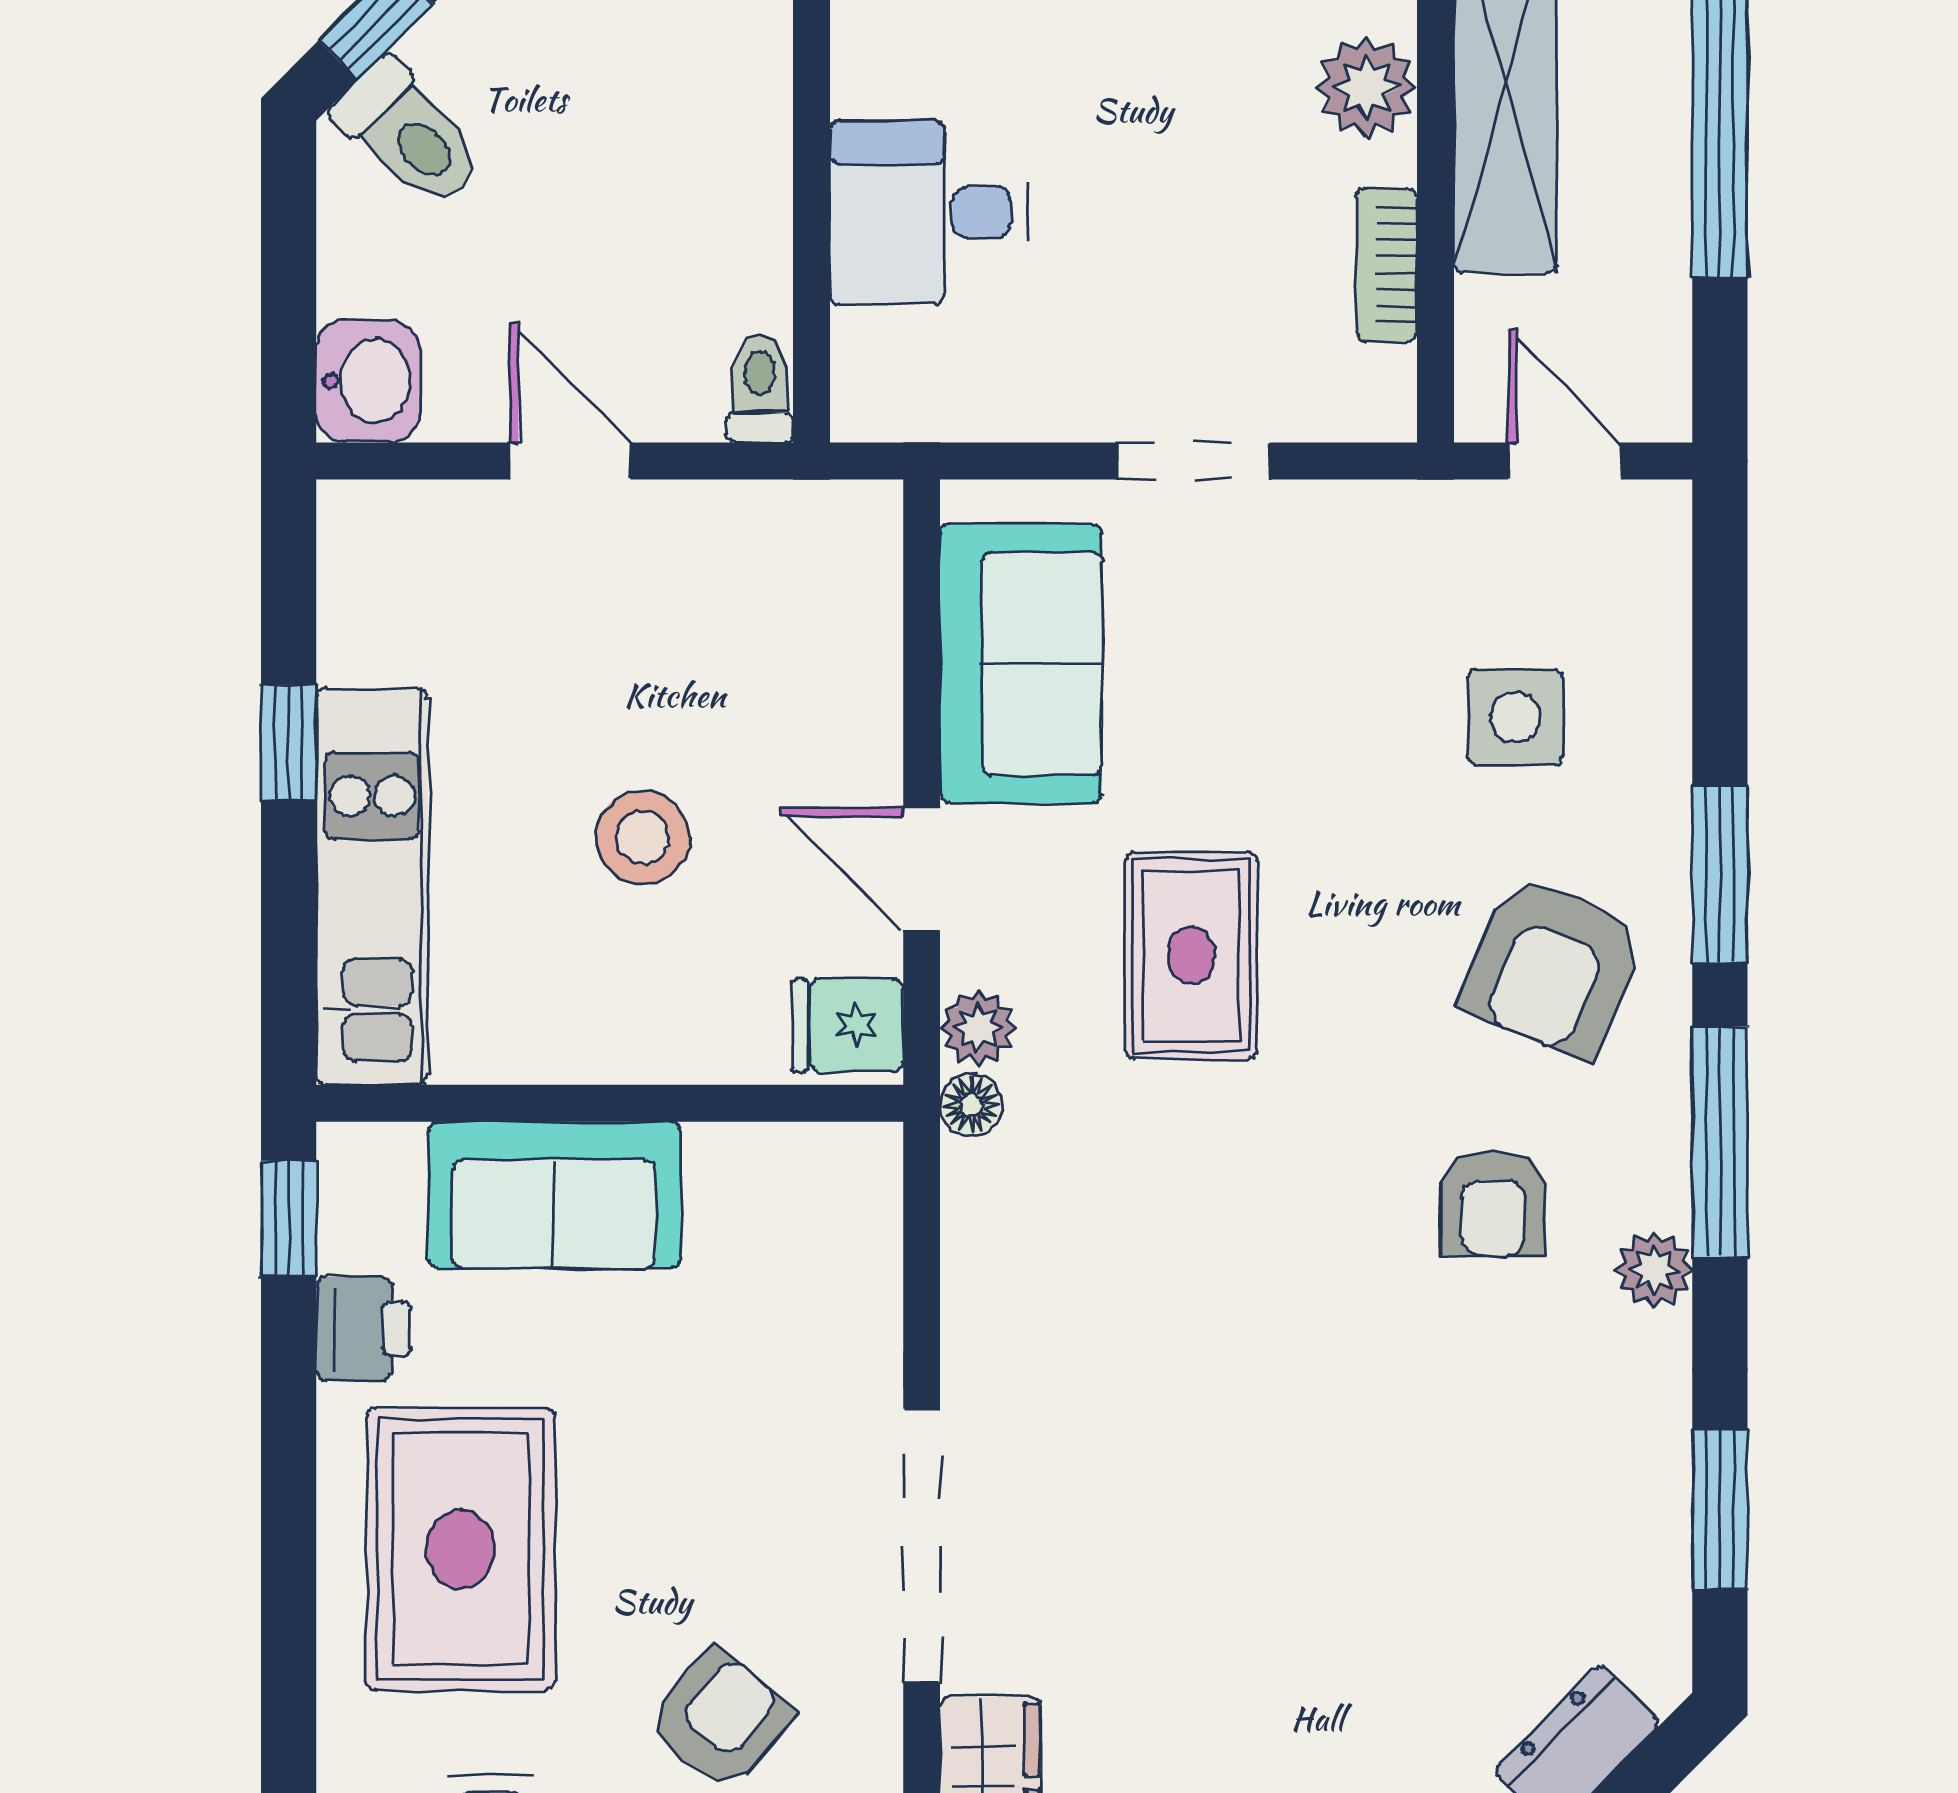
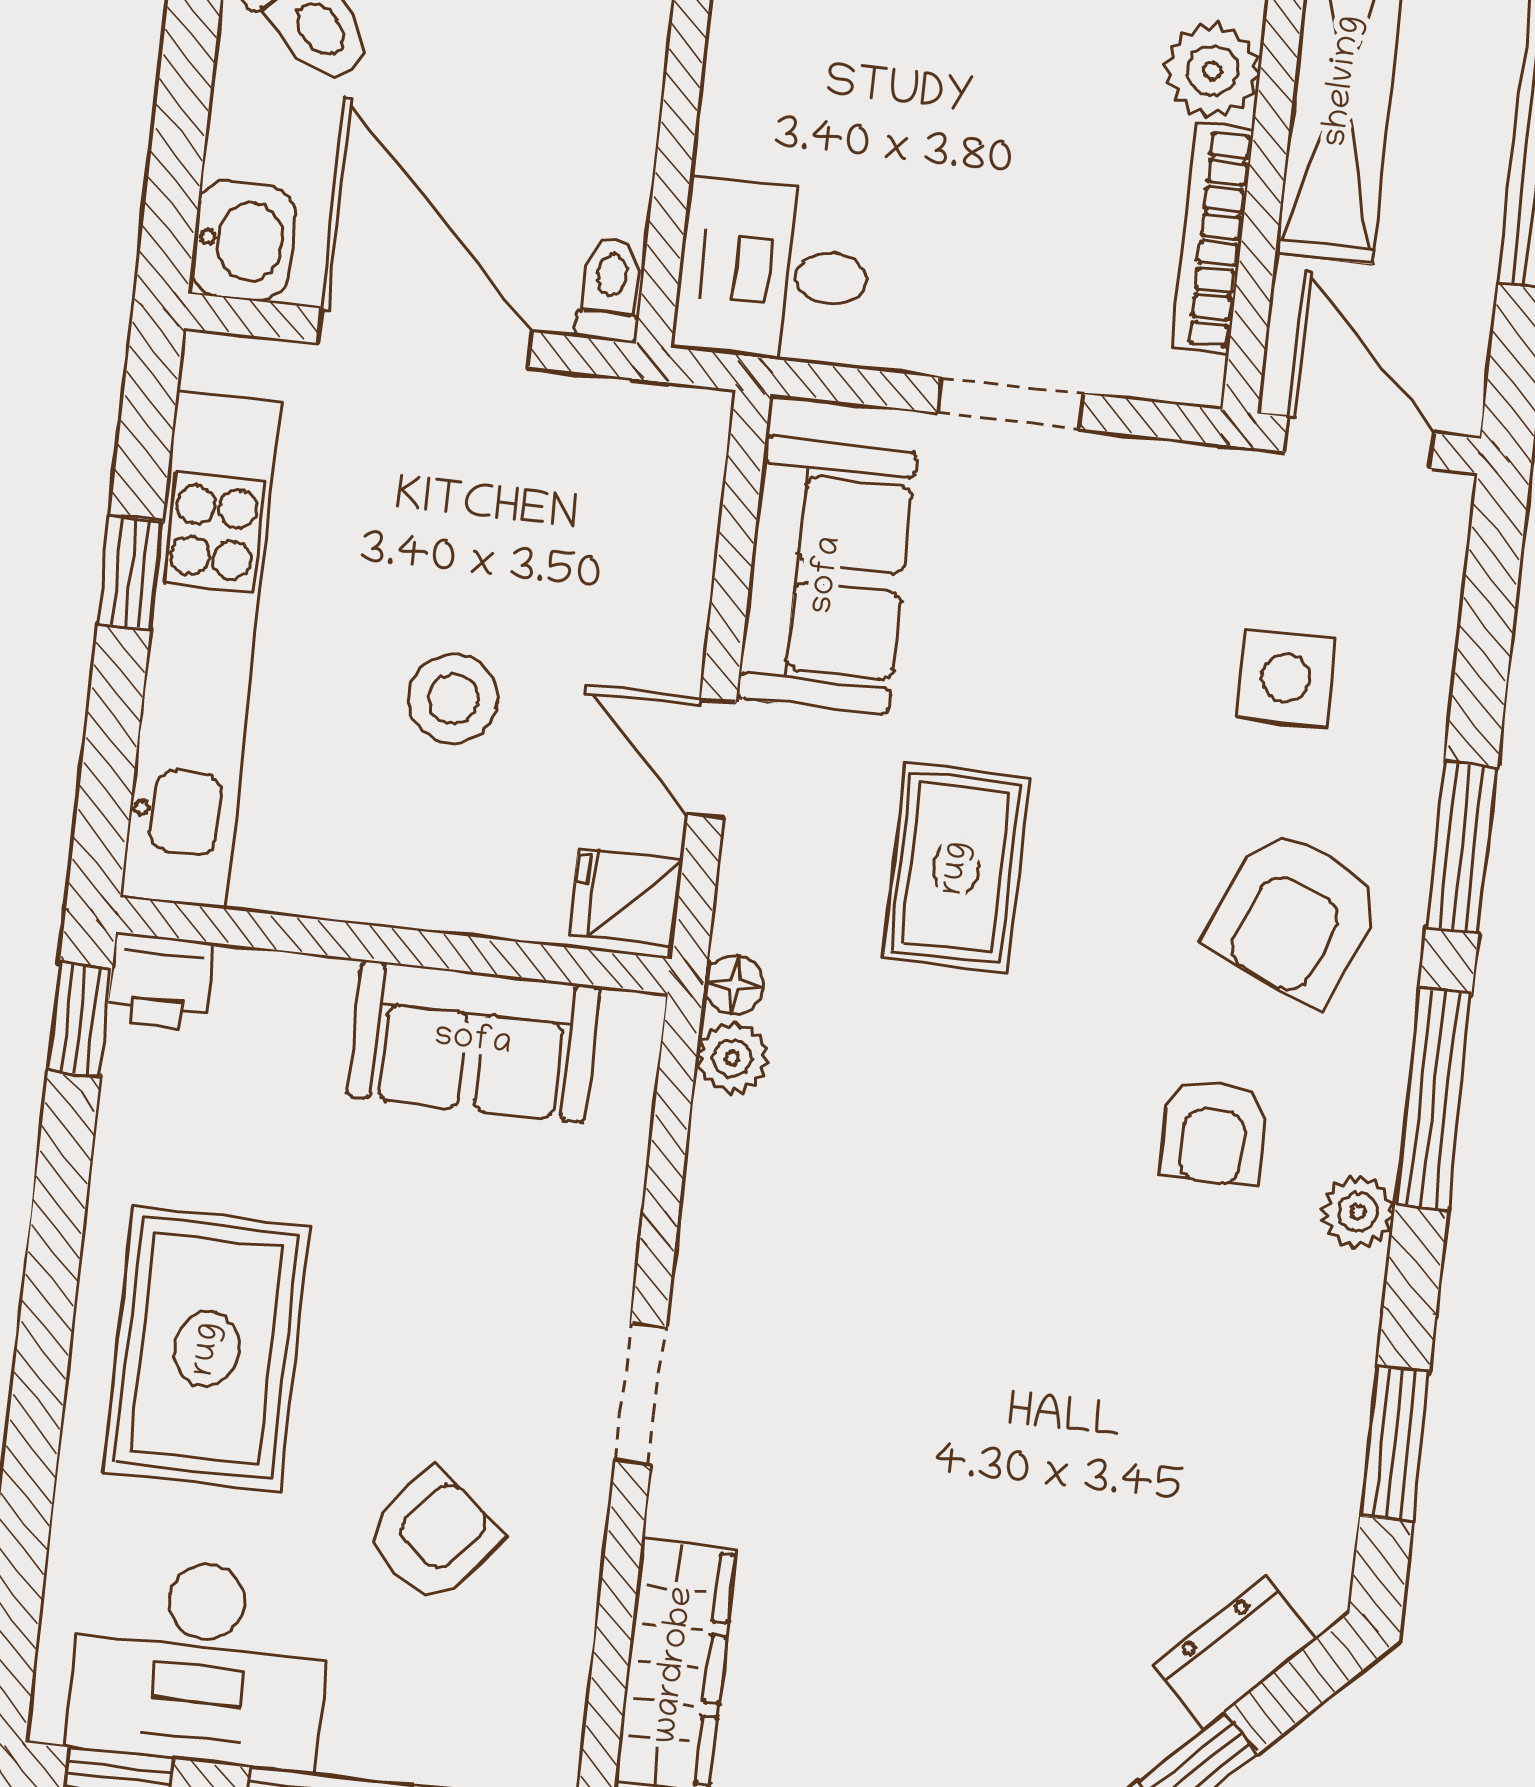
desk: (929, 212) -> (773, 272), moved
bookcase: (1387, 265) -> (1213, 239), width x1.56
door: (570, 461) -> (425, 338), width x1.88
door: (1565, 461) -> (1359, 442), width x1.38
kitchen unit: (372, 887) -> (201, 649), width x1.36
plant: (978, 1028) -> (732, 1058), moved
sofa: (554, 1195) -> (473, 1041), moved
printer: (363, 1329) -> (160, 982), moved, turned 90
doorway: (922, 1546) -> (641, 1394), width x0.53

